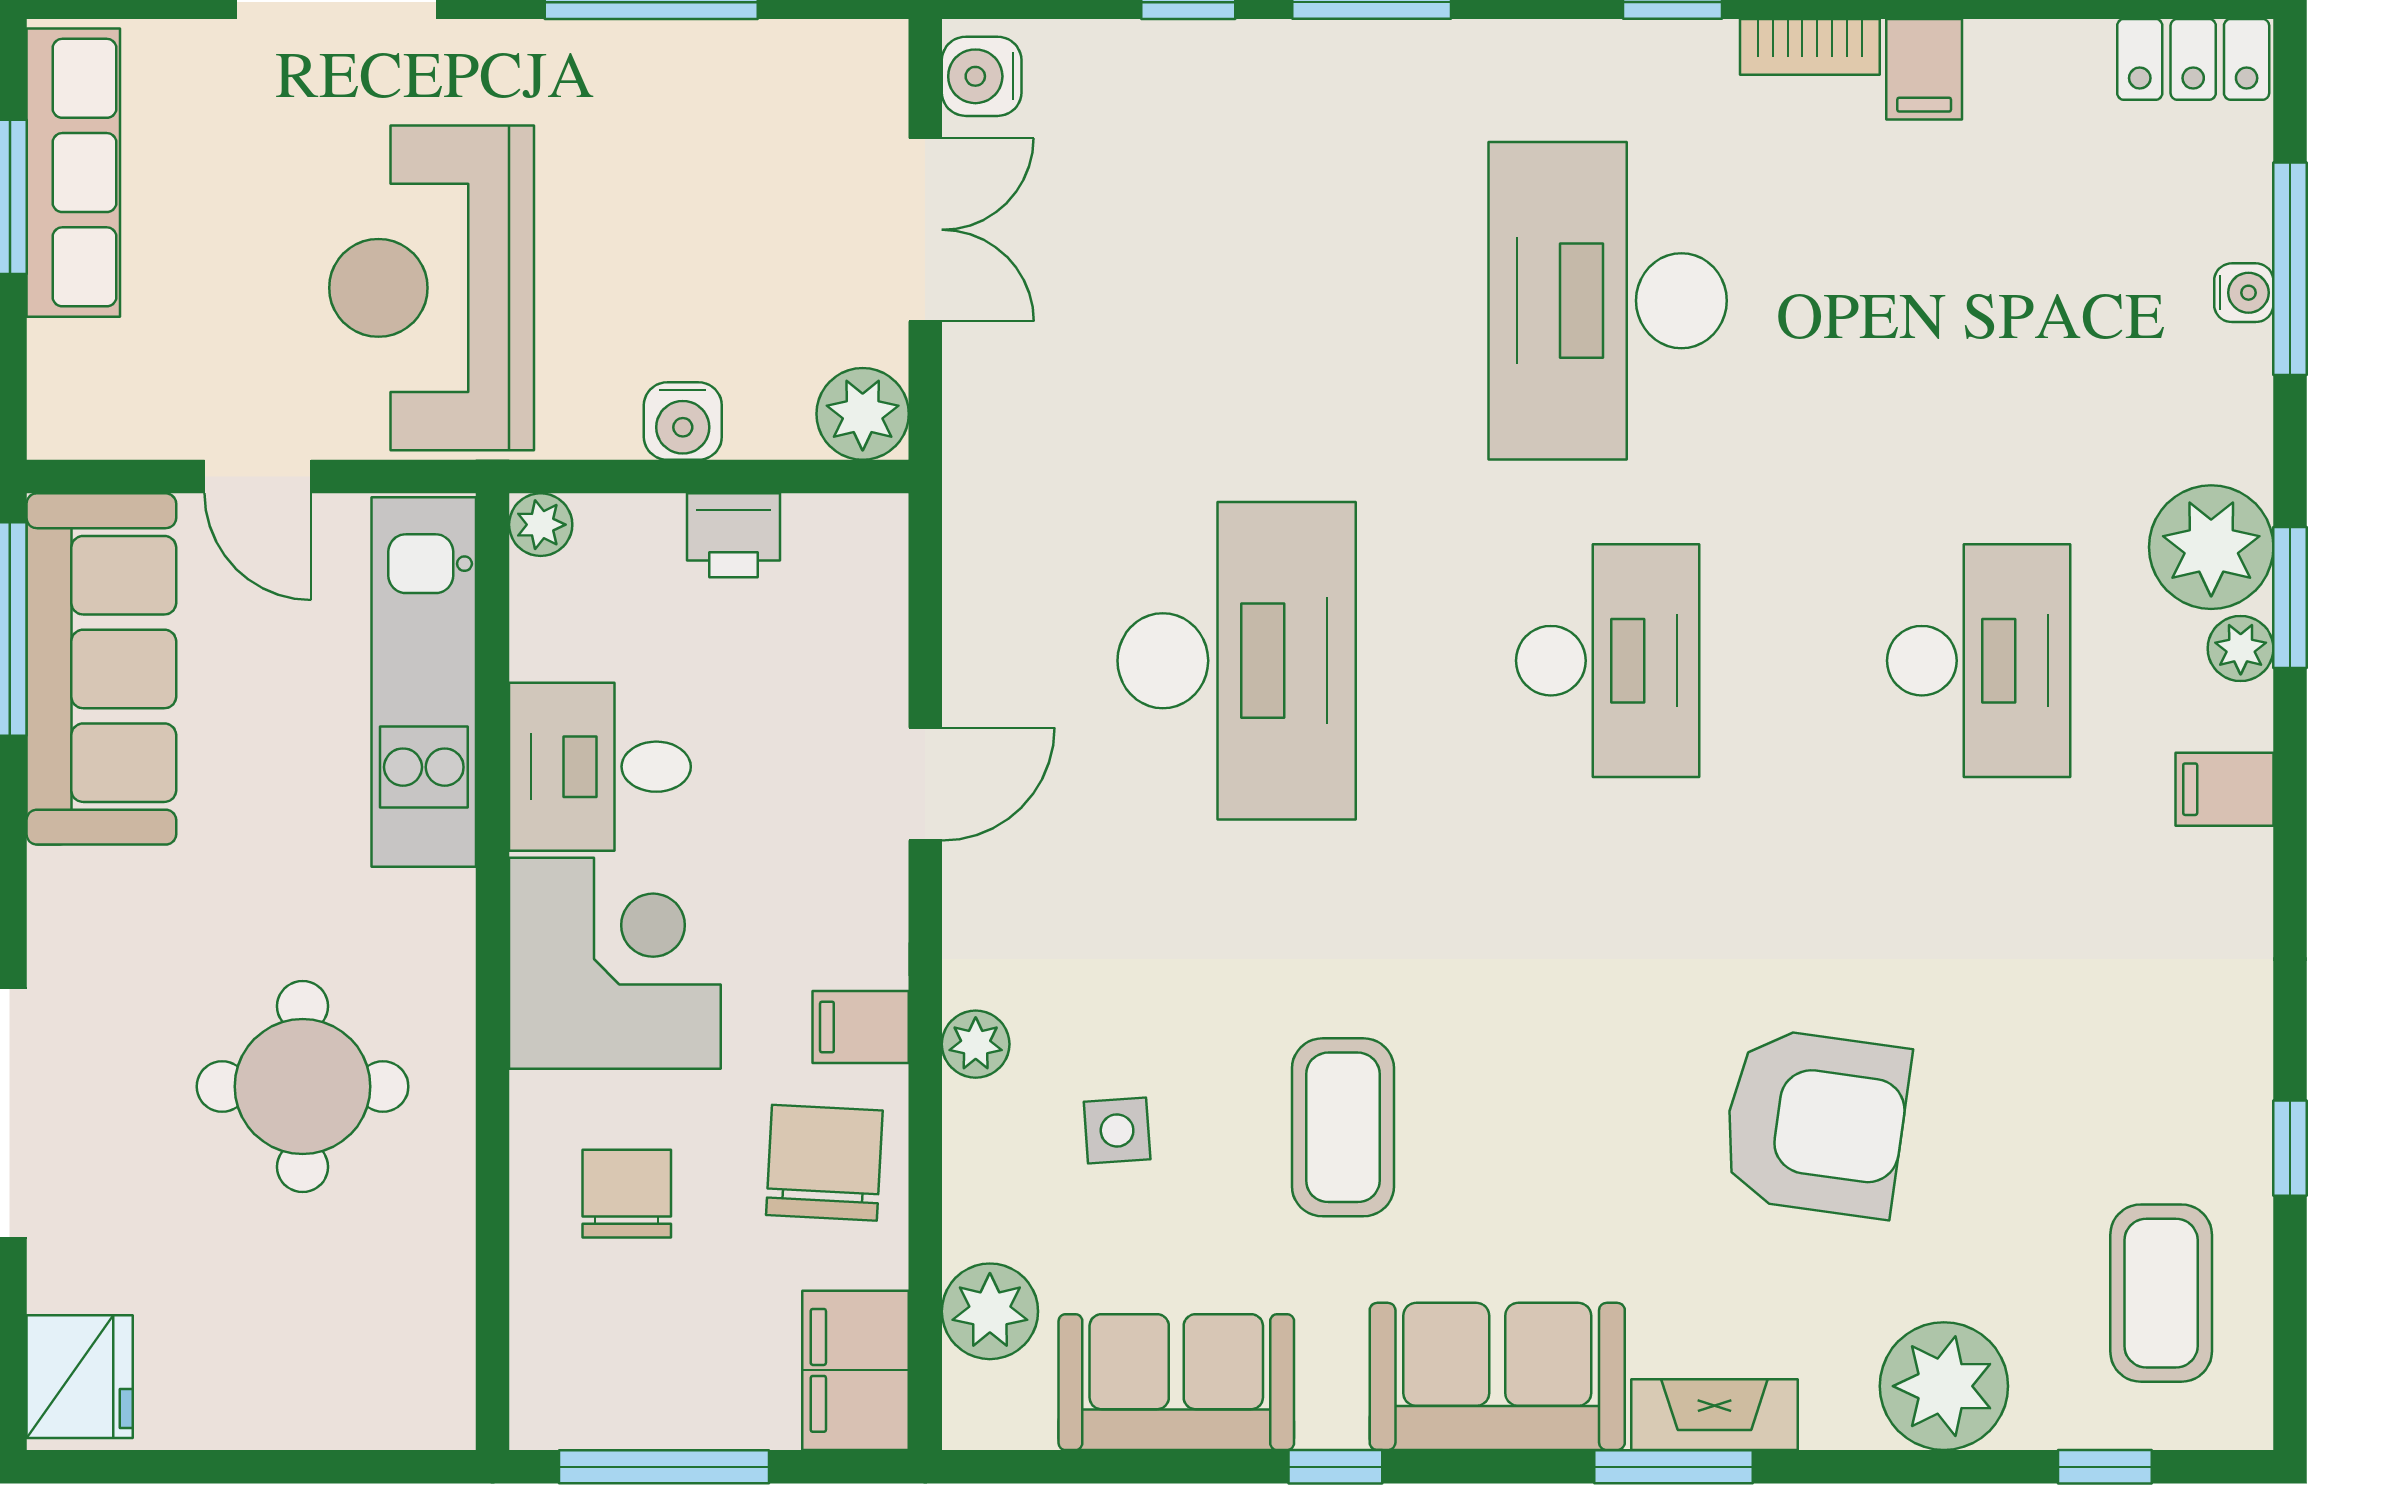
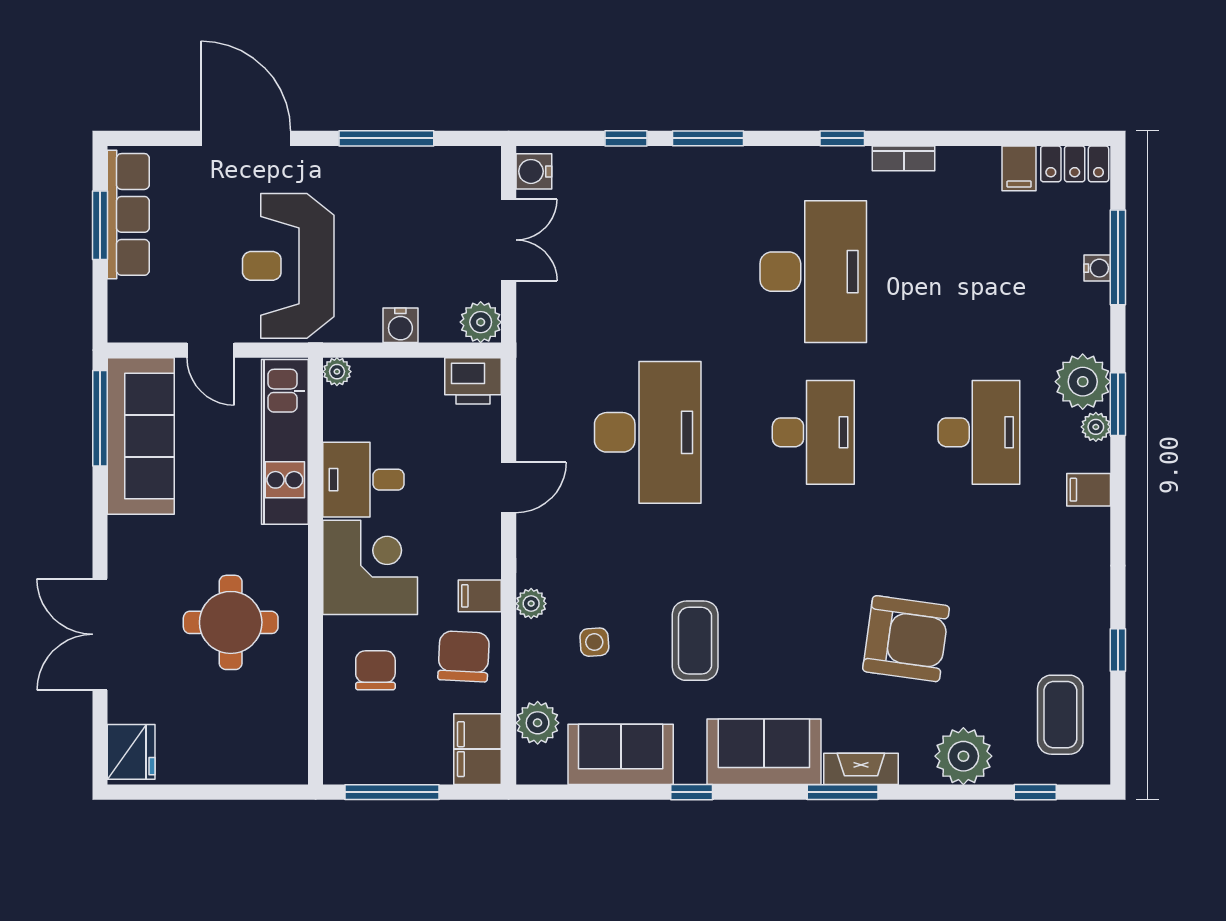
filing cabinet: (1924, 69) -> (1019, 168), moved
desk: (1608, 301) -> (813, 272), turned 180
printer: (733, 535) -> (473, 381), moved, width x1.36, depth x1.24

